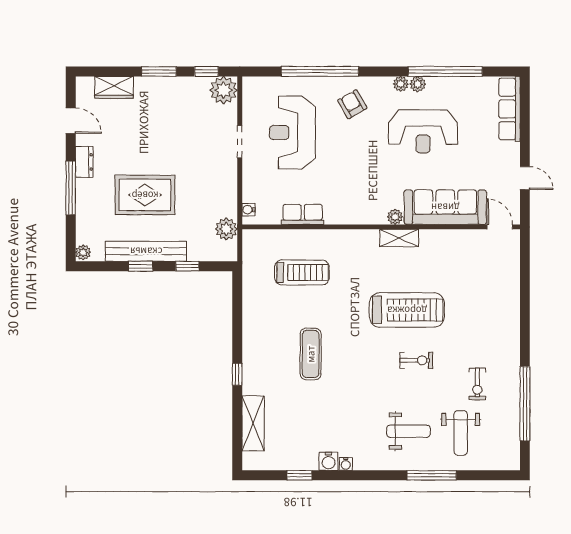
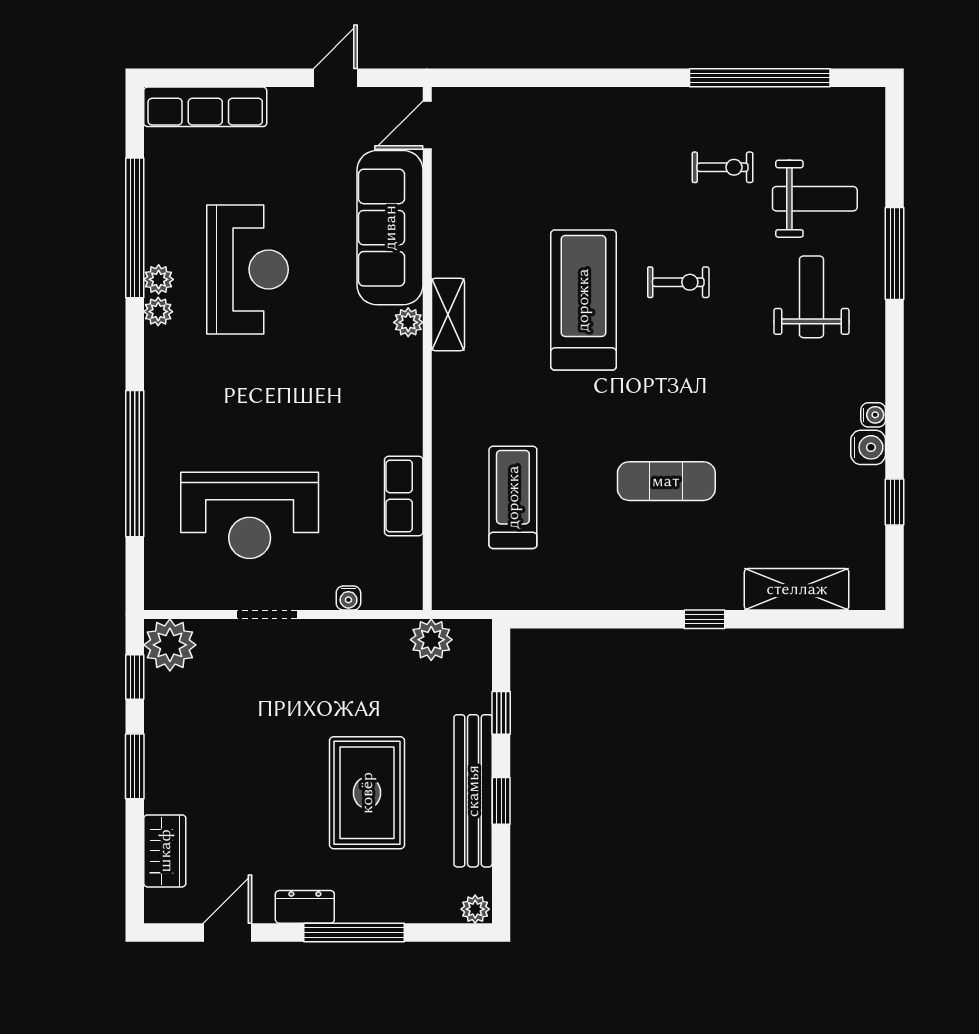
armchair: (352, 104) -> (196, 403), removed
water cooler: (248, 210) -> (348, 598), moved
exercise bike: (416, 360) -> (678, 282), turned 90

